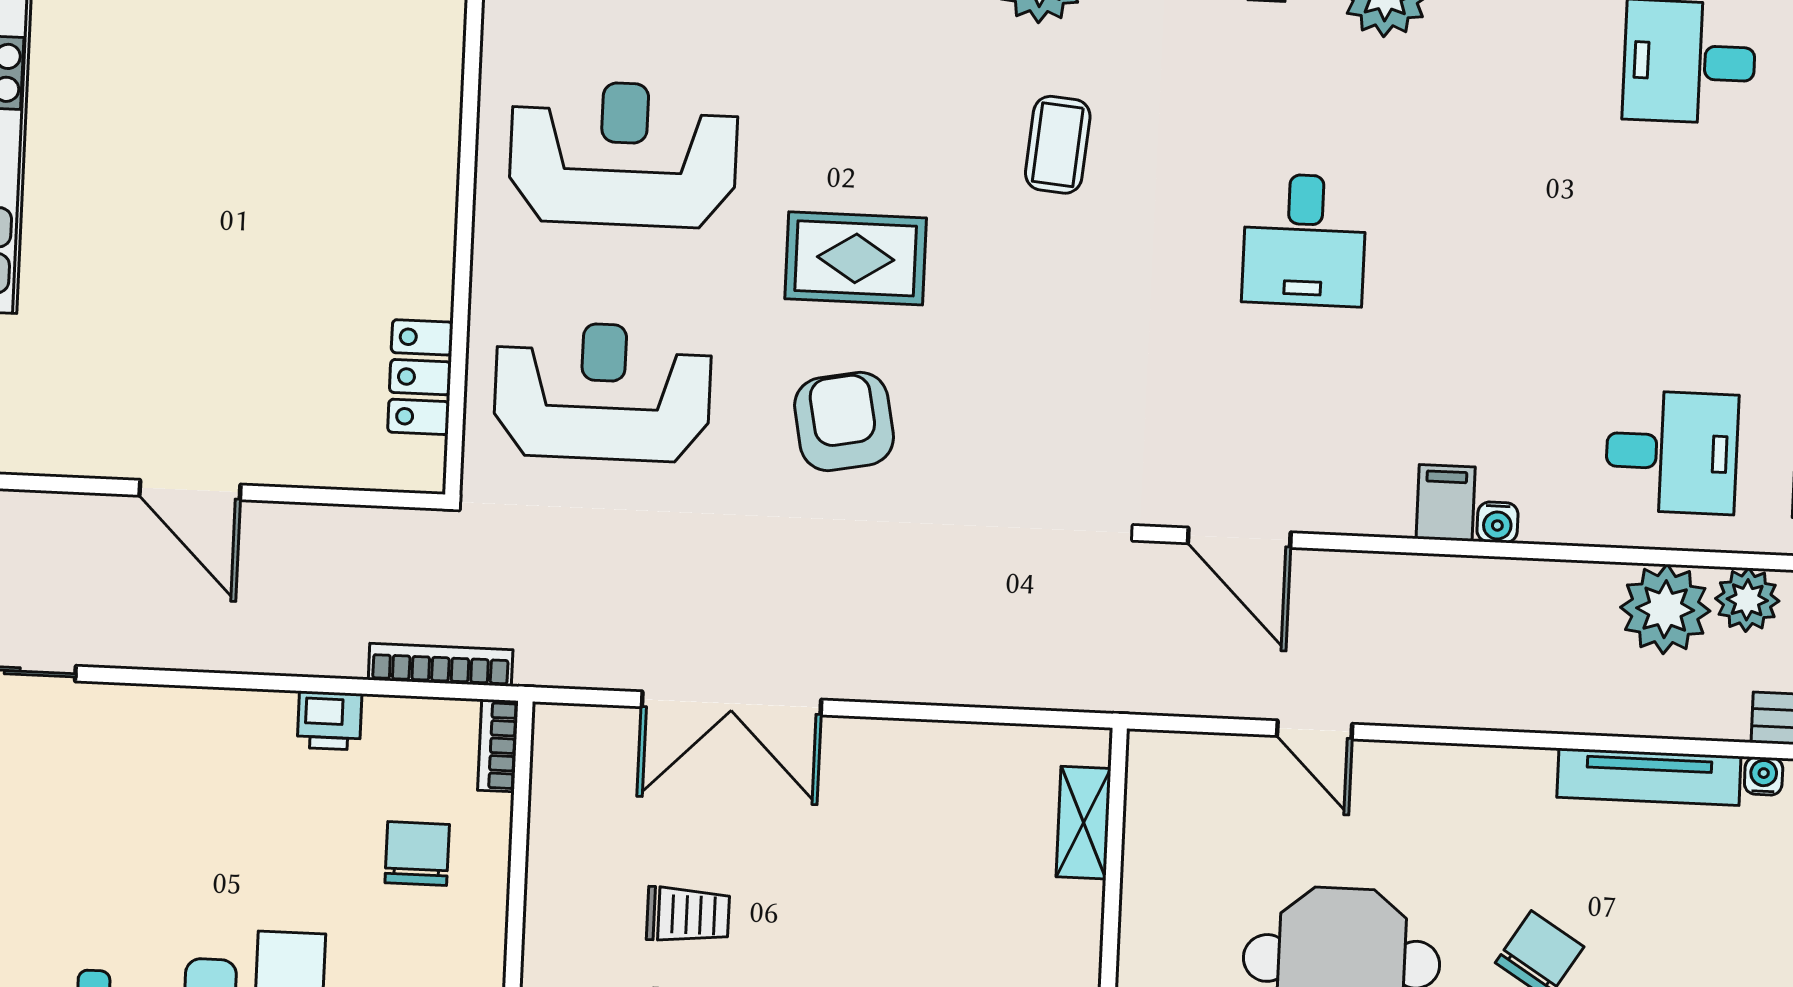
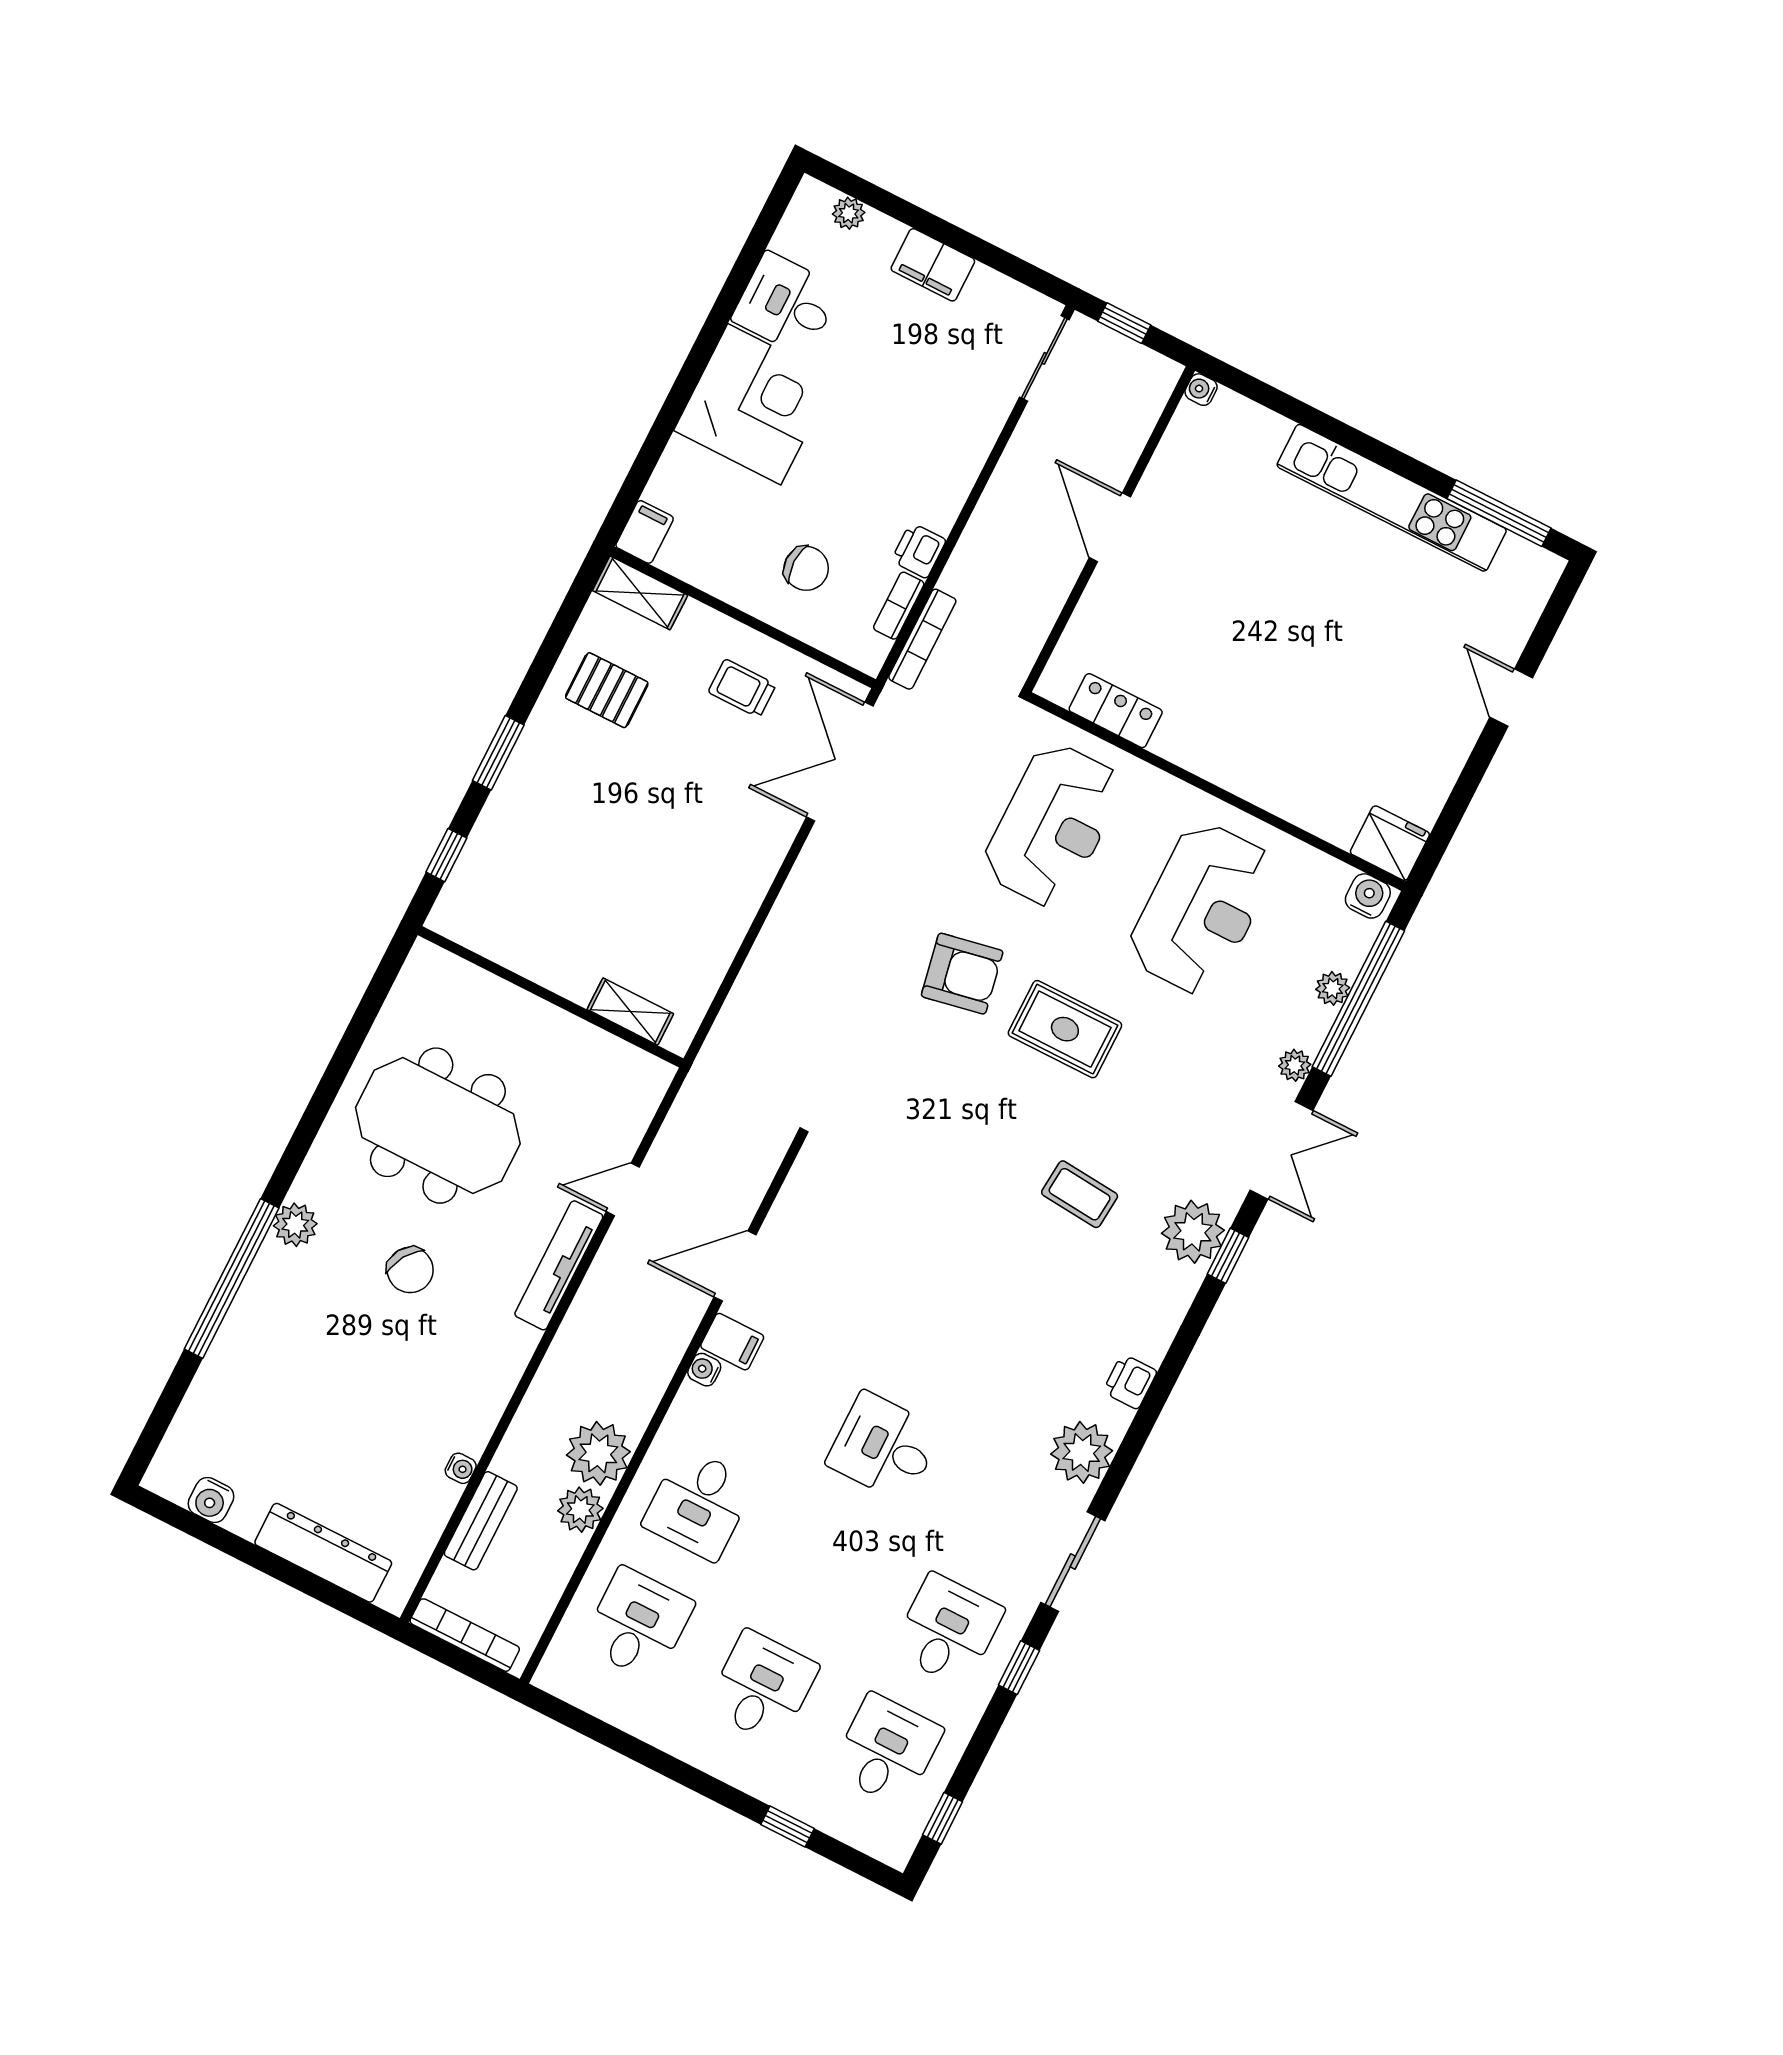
desk: (1304, 240) -> (884, 1447), moved
rug: (856, 258) -> (1065, 1029), turned 90
door: (190, 490) -> (1110, 527), hinge flipped
door: (1239, 538) -> (735, 1266), moved
double door: (731, 703) -> (840, 762), moved
bookcase: (498, 746) -> (899, 606), moved, turned -90
tv unit: (1649, 777) -> (559, 1265), moved
trolley: (688, 915) -> (742, 688), moved, turned 90

